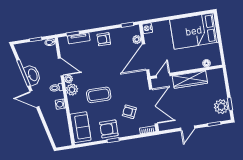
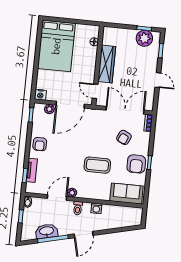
door: (146, 57) -> (70, 105), hinge flipped
washbasin: (32, 75) -> (47, 231), moved
plant: (72, 90) -> (84, 192), removed
coffee table: (99, 95) -> (97, 165), turned 90

